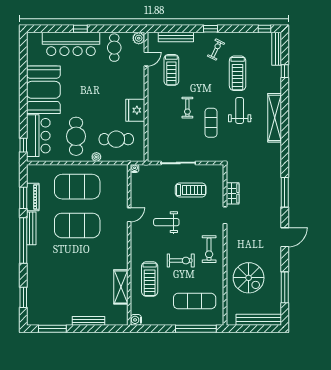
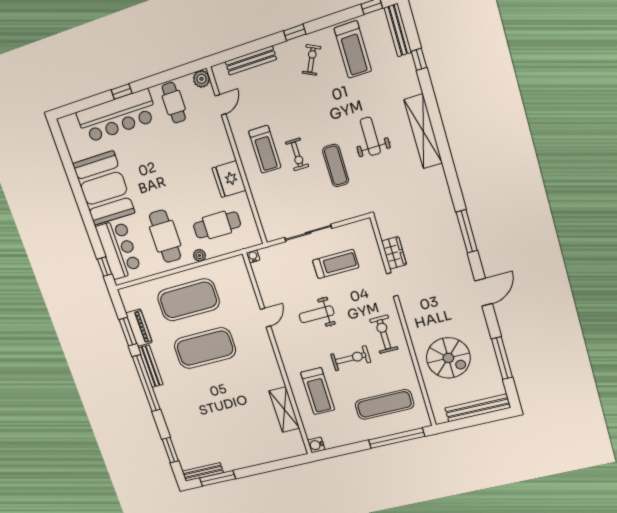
treadmill: (171, 70) -> (265, 149), moved
treadmill: (238, 73) -> (353, 50), moved
exercise bike: (209, 249) -> (384, 334), turned 180
bench: (89, 321) -> (203, 472), moved

